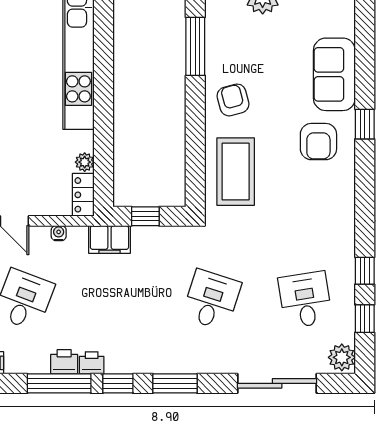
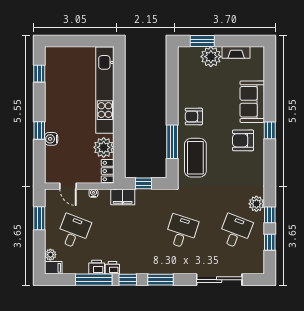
window: (195, 46) -> (172, 142), moved
armchair: (233, 100) -> (194, 116), turned -75
armchair: (318, 142) -> (243, 140), turned 90
plant: (85, 162) -> (104, 147), width x1.87, depth x1.87
desk: (305, 300) -> (235, 231), turned 30
plant: (342, 357) -> (256, 204), moved

